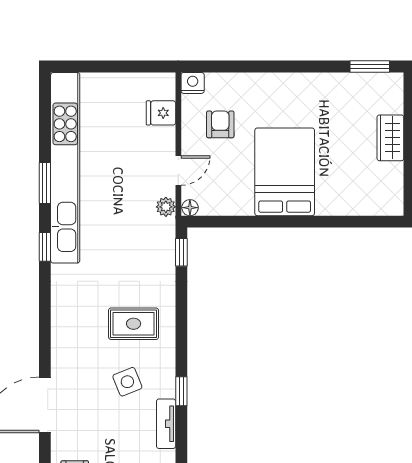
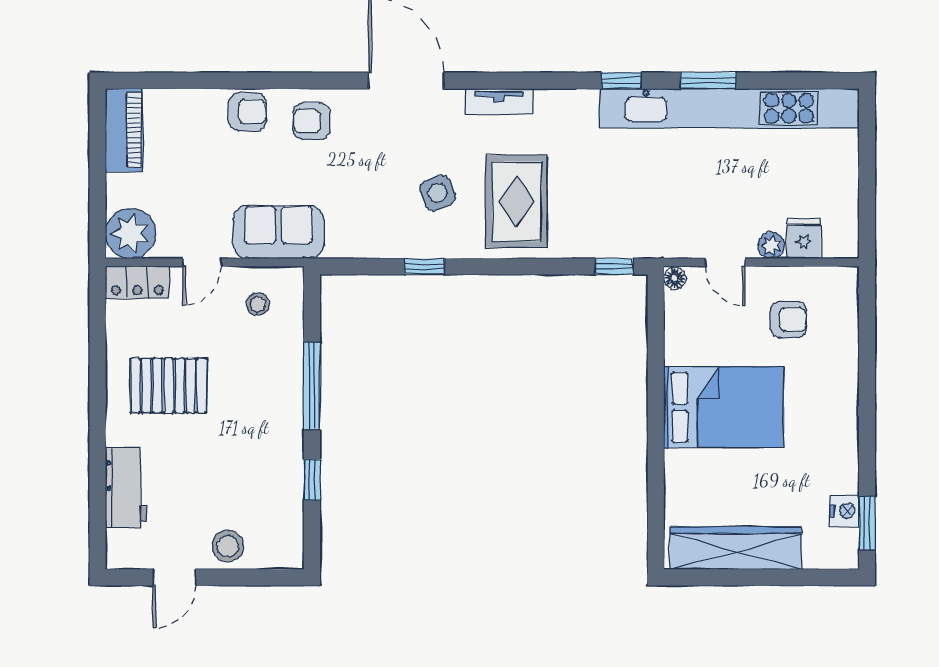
nightstand: (193, 83) -> (845, 511), moved
wardrobe: (390, 138) -> (735, 548), width x2.10, depth x1.17
plant: (166, 207) -> (771, 245), moved
rug: (134, 324) -> (517, 201), width x1.36, depth x1.43
tv unit: (166, 424) -> (499, 101), moved, turned 180

